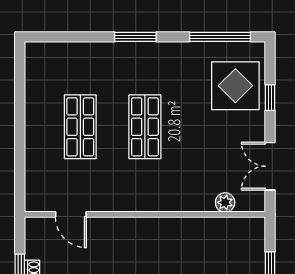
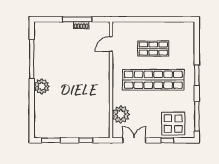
shop shelf: (145, 127) -> (153, 80), width x2.00, depth x1.36
plant: (225, 202) -> (121, 114), width x1.87, depth x1.87

